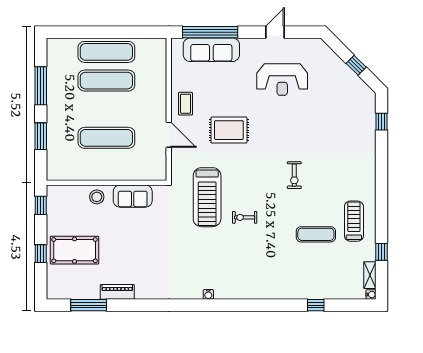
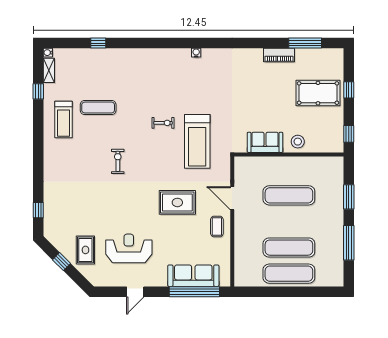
rug: (330, 78) -> (85, 250), added
treadmill: (207, 197) -> (197, 141), turned 180

